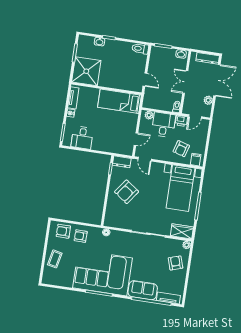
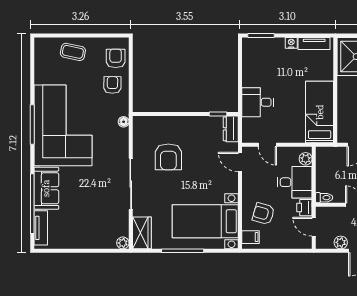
desk: (82, 138) -> (258, 102), moved
door: (145, 159) -> (240, 162), hinge flipped
armchair: (127, 192) -> (168, 157), moved, turned -126
armchair: (176, 263) -> (94, 231), removed

